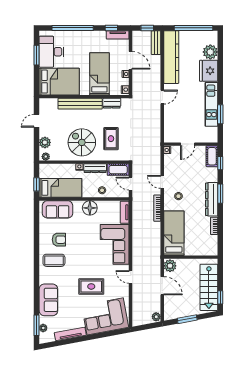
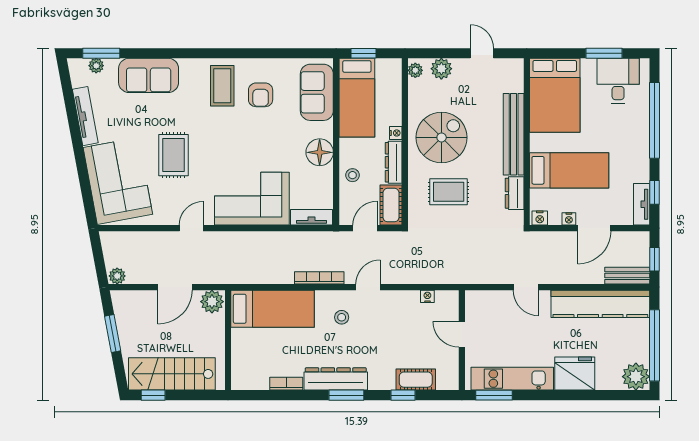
desk: (51, 52) -> (618, 81), width x0.73
plant: (210, 52) -> (636, 377), moved
door: (188, 144) -> (462, 334), moved
wall: (191, 144) -> (462, 340), moved

